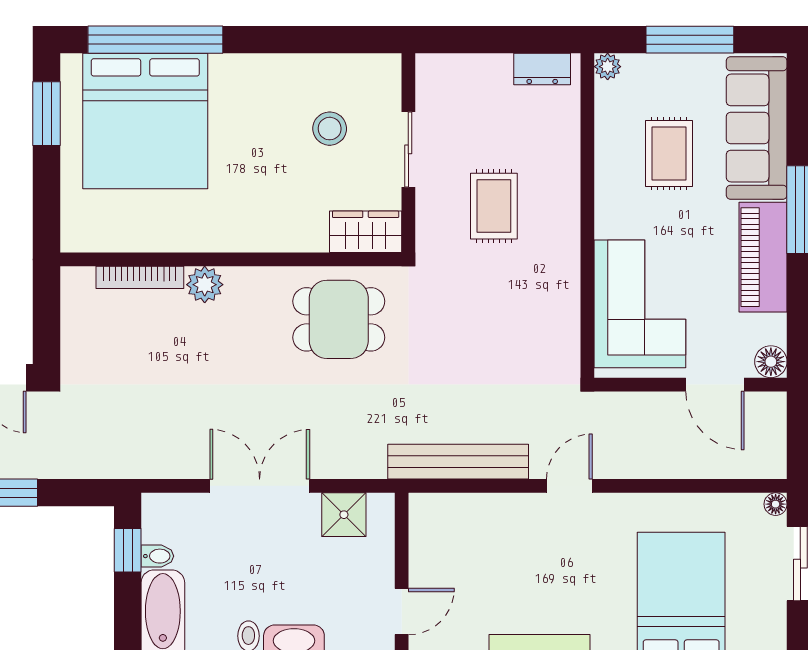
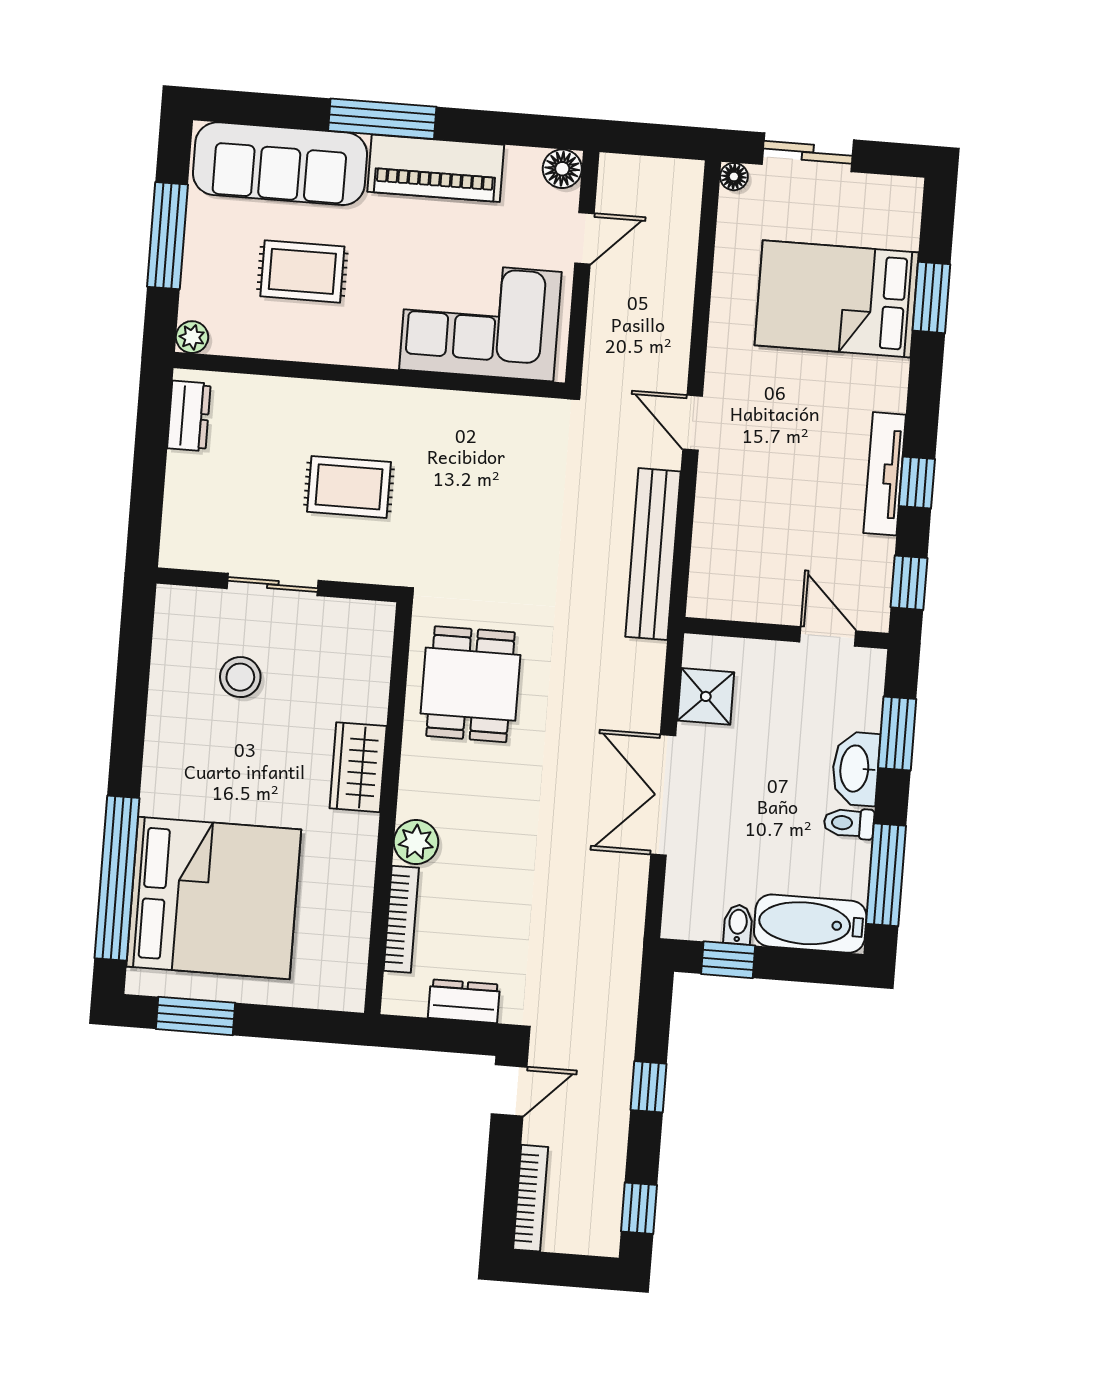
wardrobe: (366, 232) -> (358, 767), moved
dresser: (76, 335) -> (464, 1001), added
door: (715, 385) -> (584, 238), width x0.73

